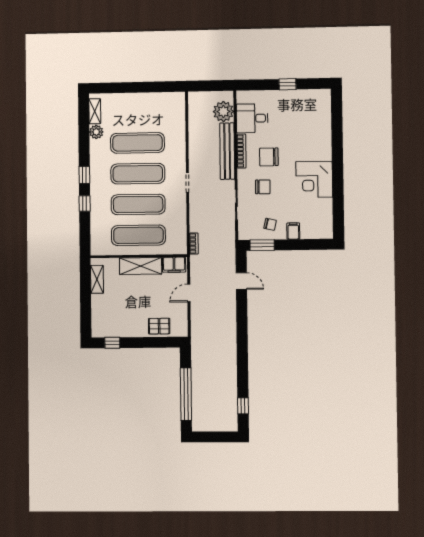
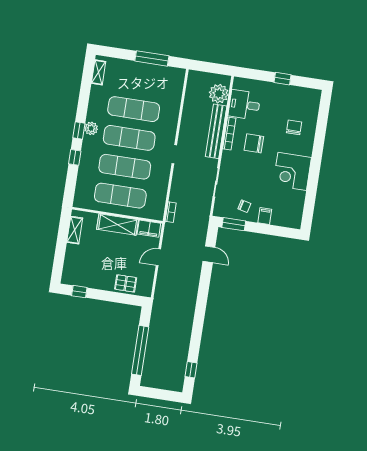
window: (148, 87) -> (152, 58), added
plant: (96, 132) -> (91, 128), moved
chair: (263, 187) -> (294, 127), moved, turned -91

